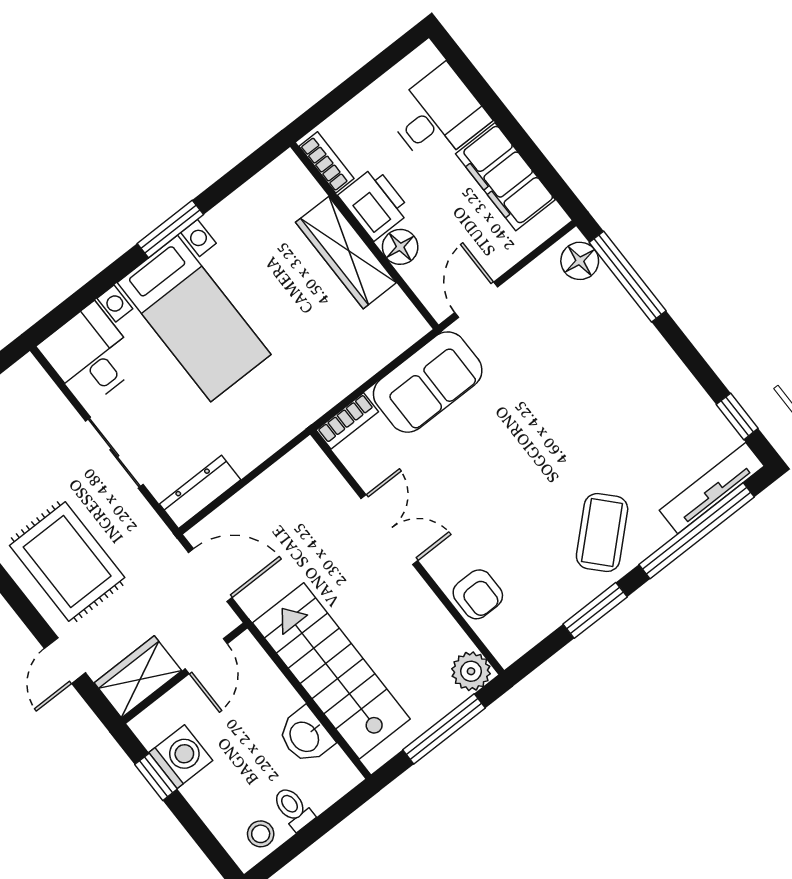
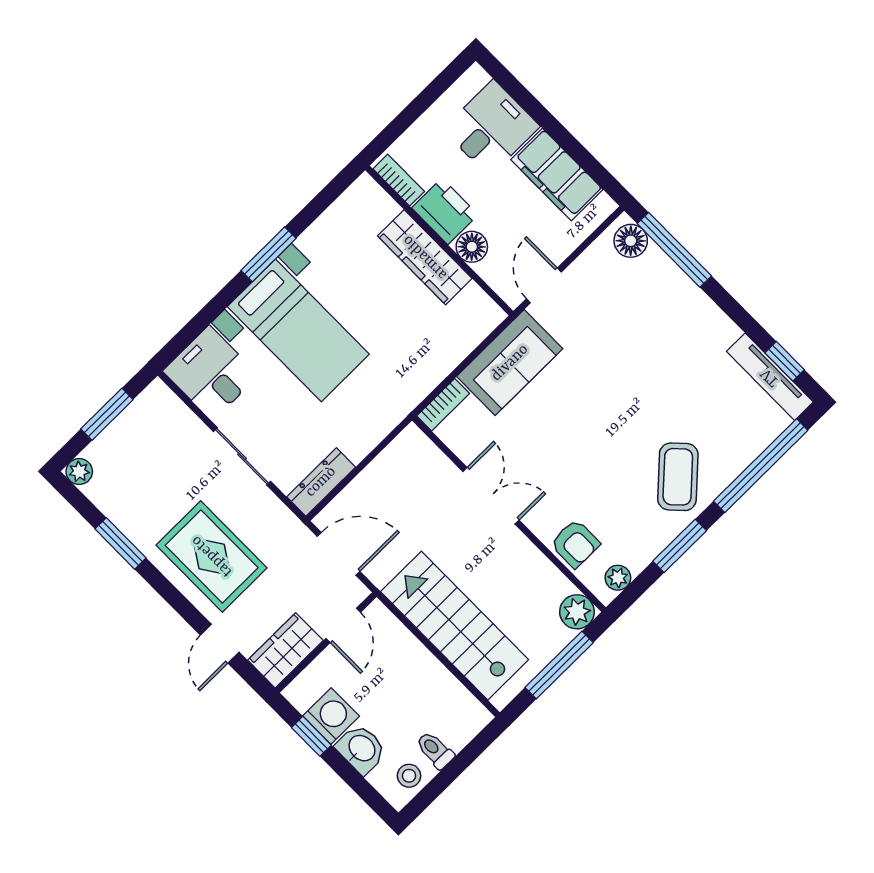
tv unit: (712, 488) -> (770, 377), moved, turned -90
plant: (521, 638) -> (618, 578), added
washbasin: (305, 736) -> (361, 749), moved, turned 180

